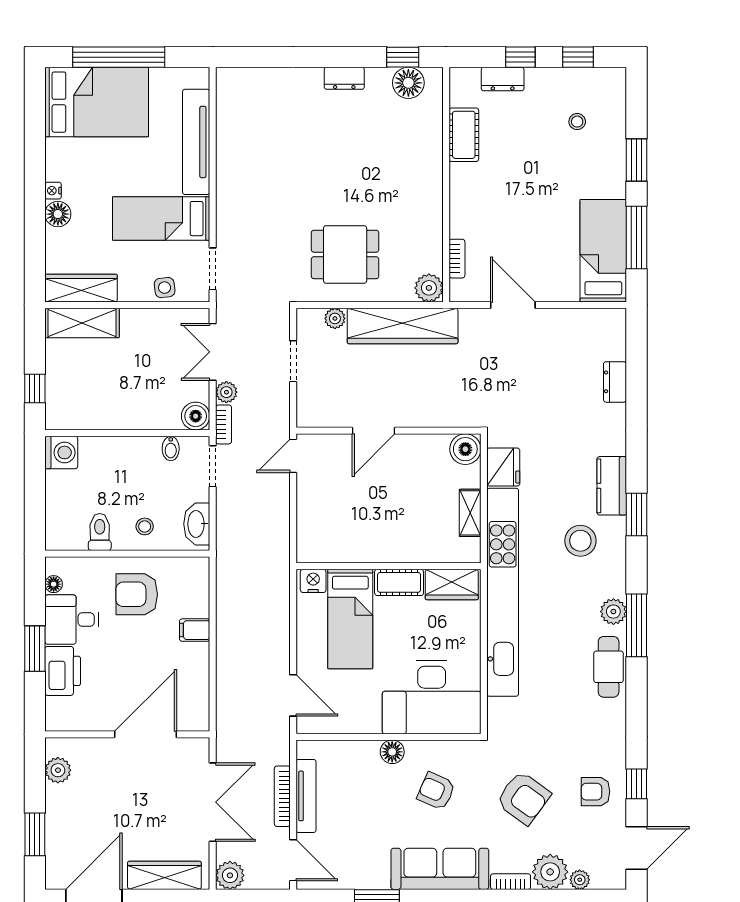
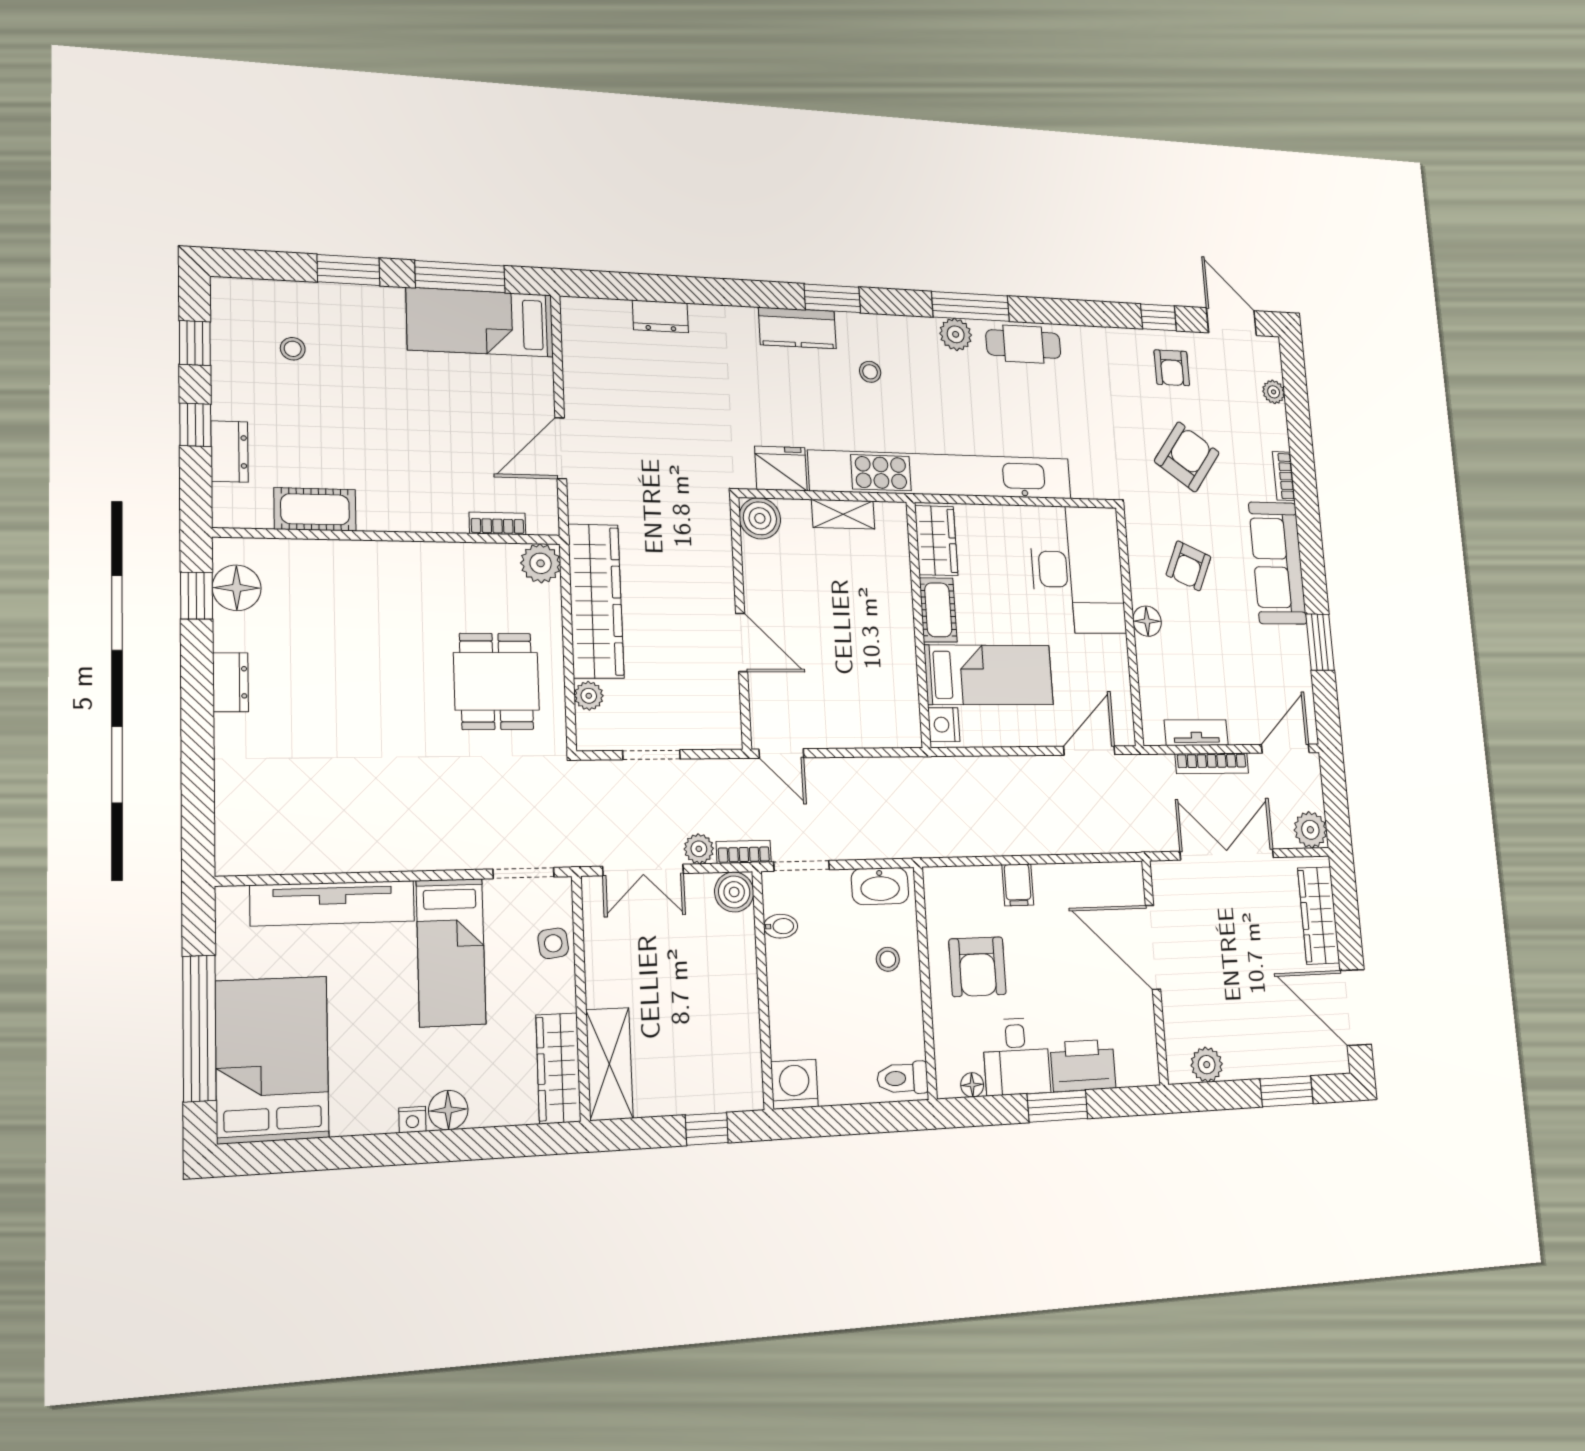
toilet: (100, 532) -> (902, 1078), moved
stool: (580, 541) -> (870, 372), width x0.53, depth x0.53
tv unit: (306, 796) -> (1196, 733), width x0.71
plant: (550, 872) -> (1268, 427), removed

